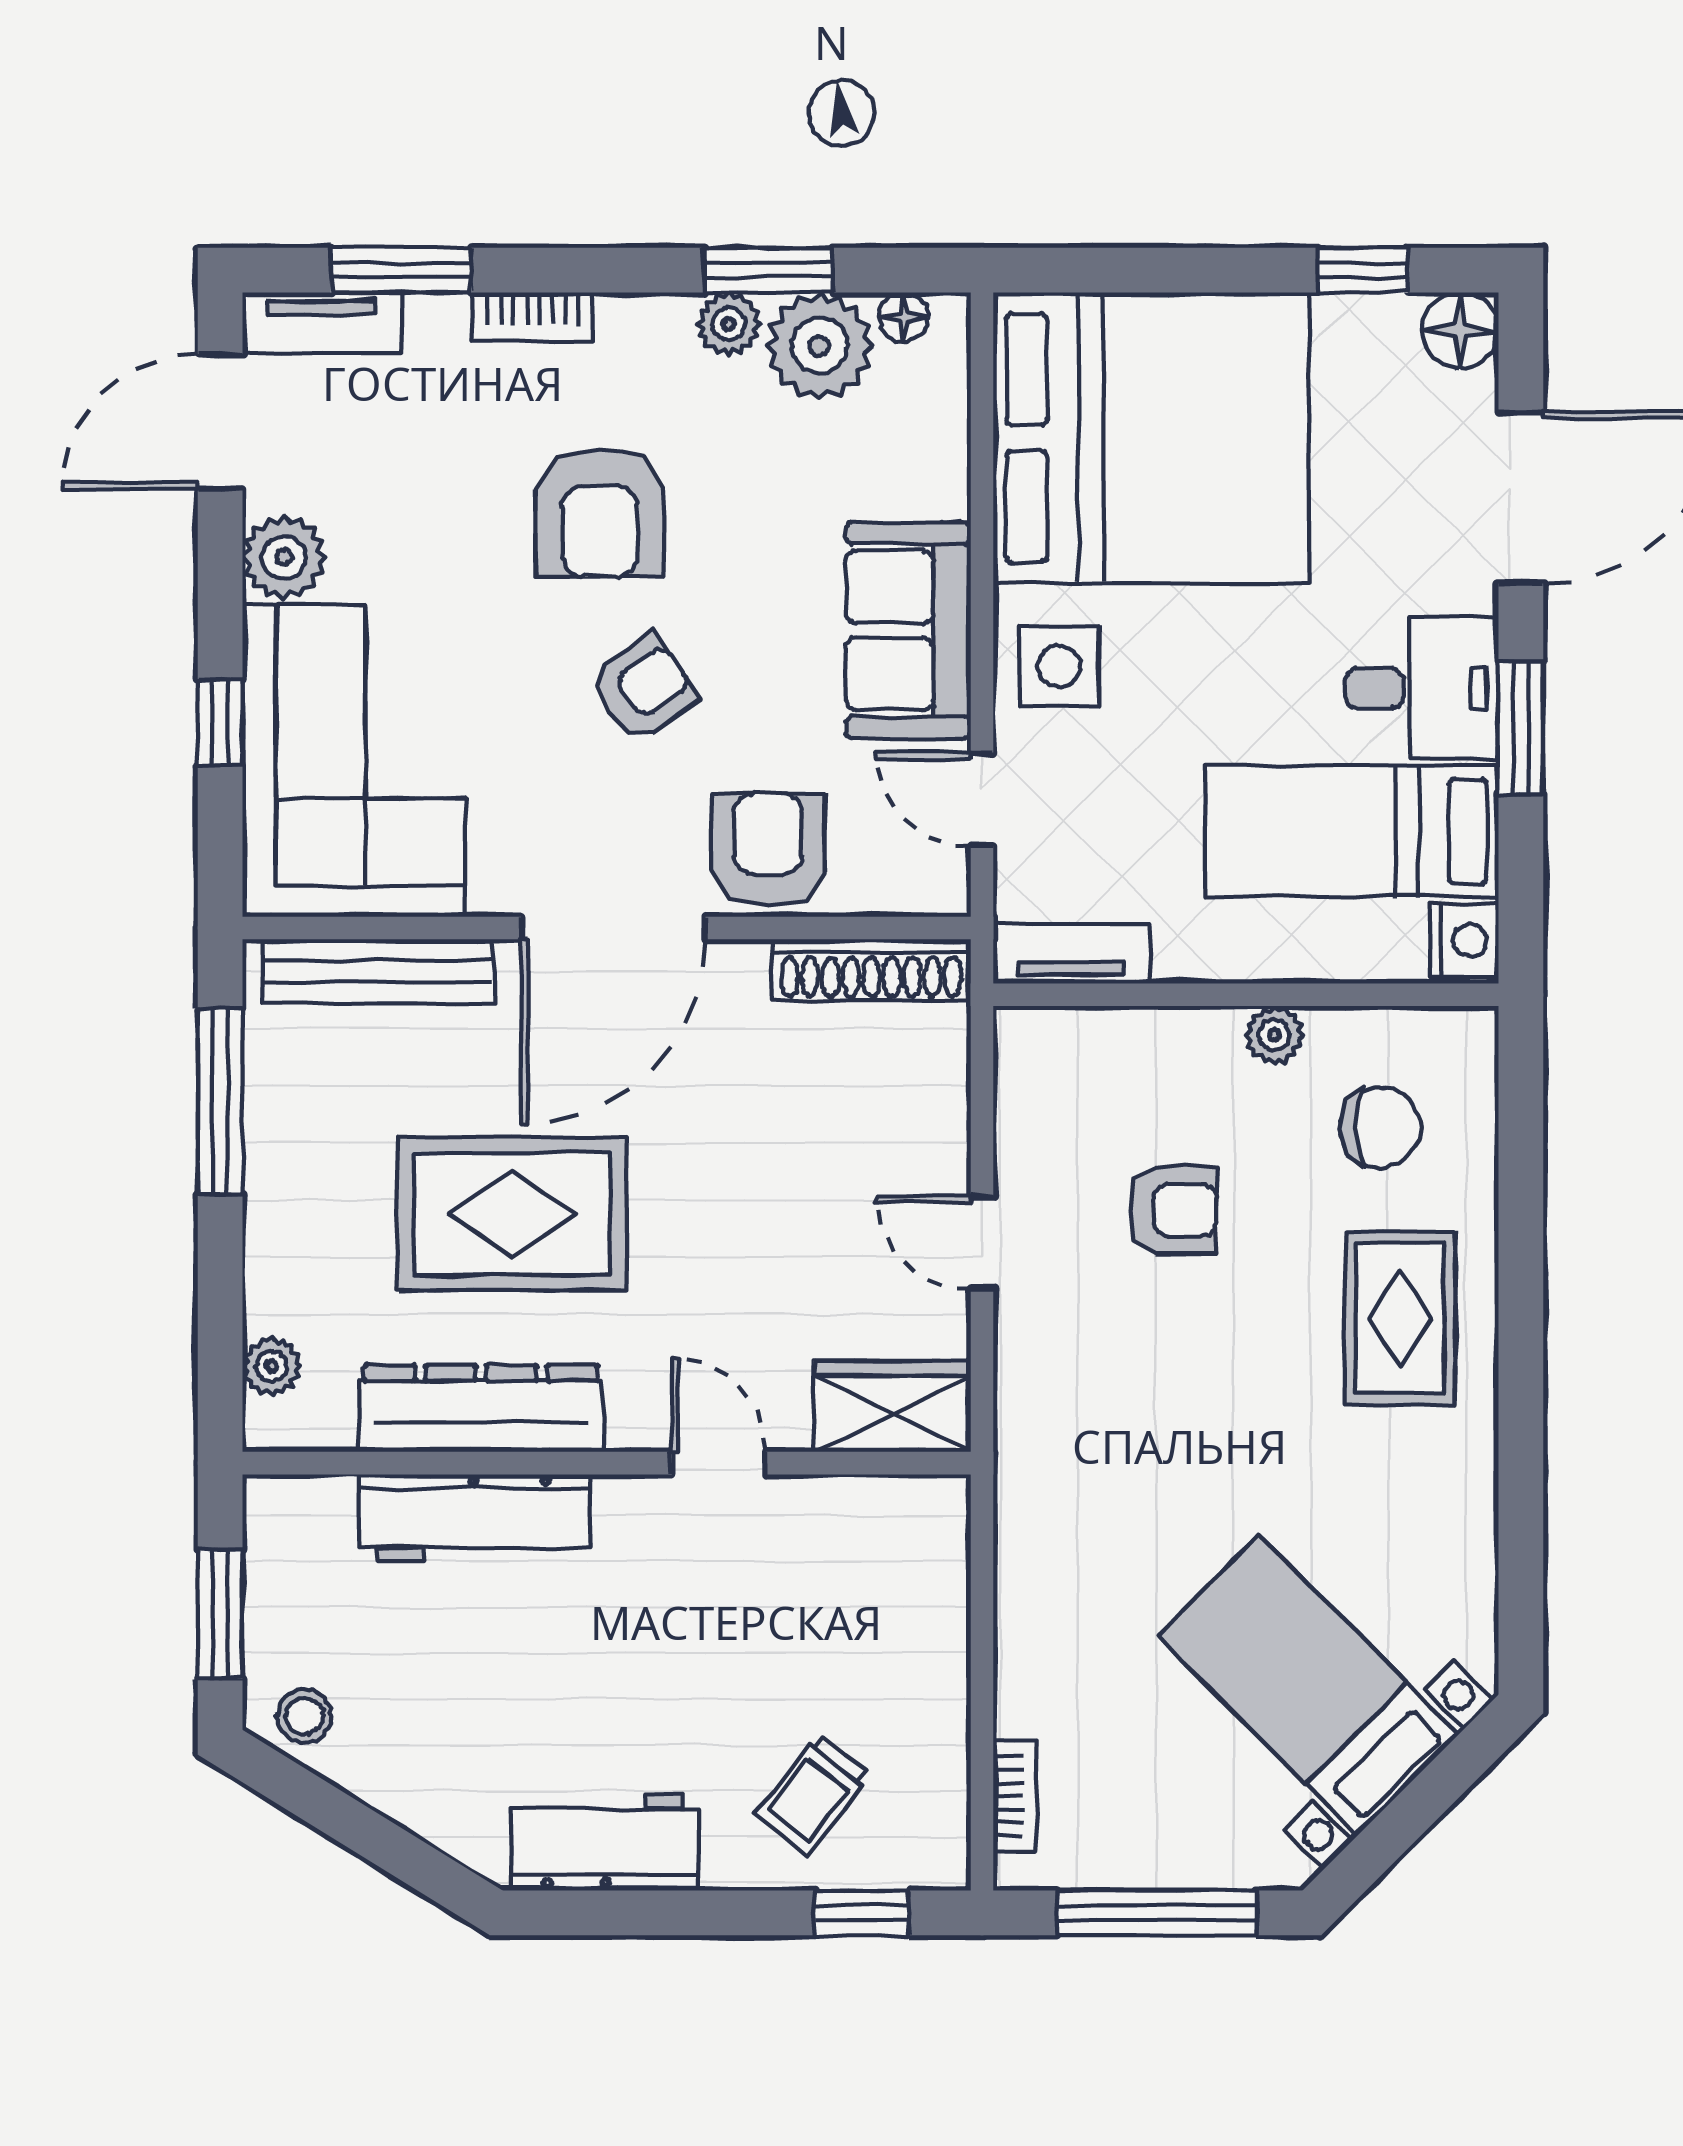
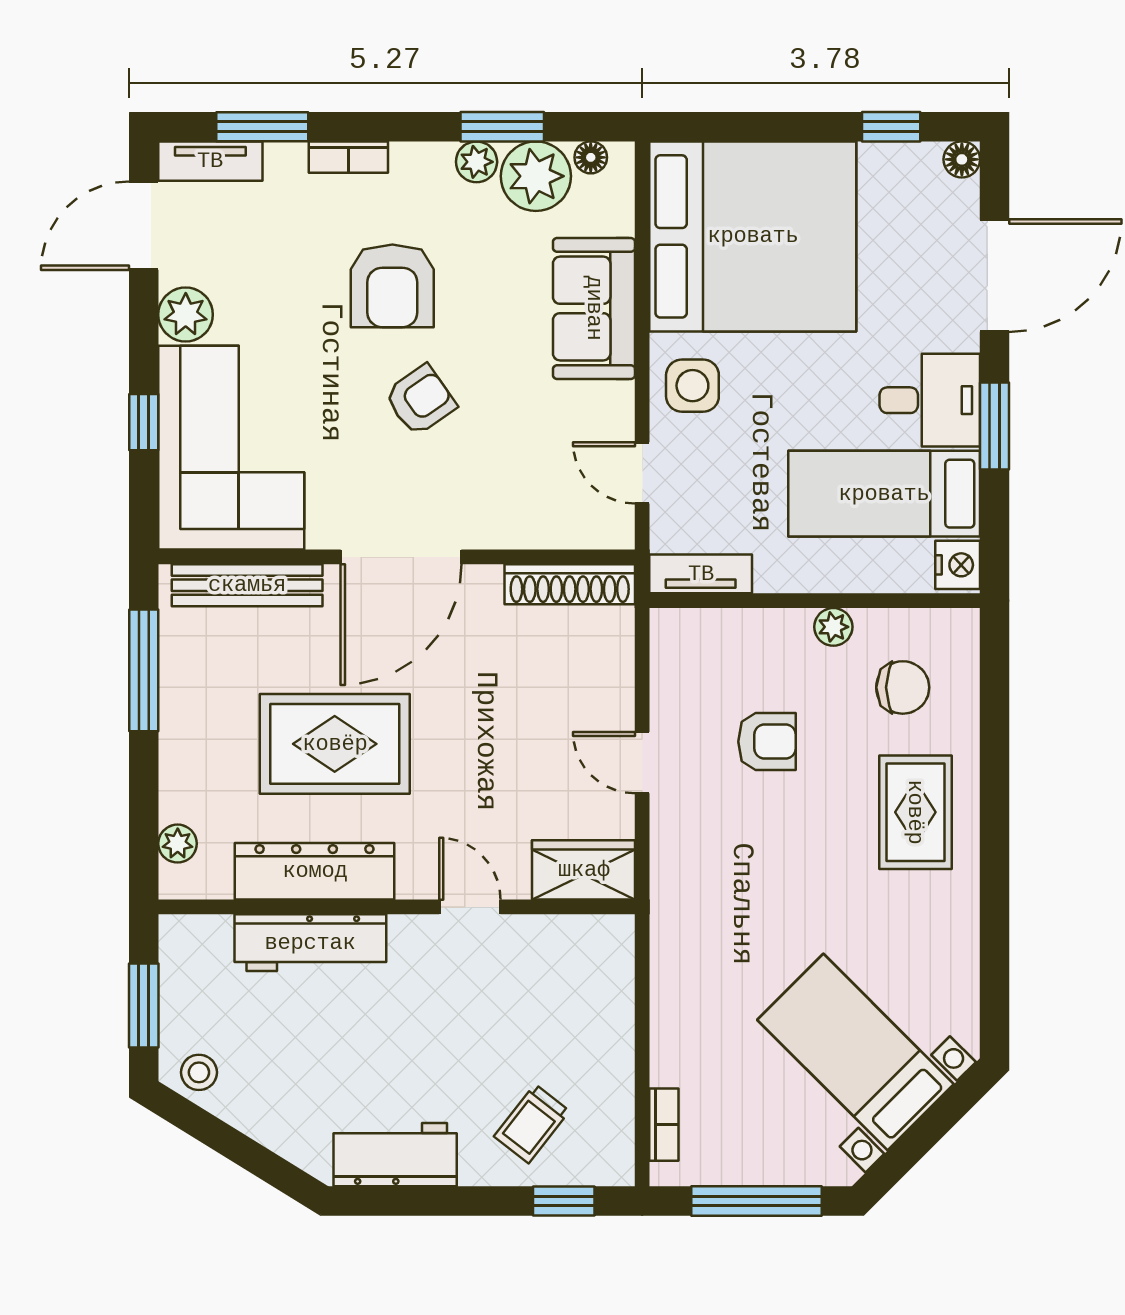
floor lamp: (1461, 330) -> (962, 159), width x0.73, depth x0.73
sofa: (908, 630) -> (594, 308), moved
armchair: (768, 850) -> (502, 506), removed

